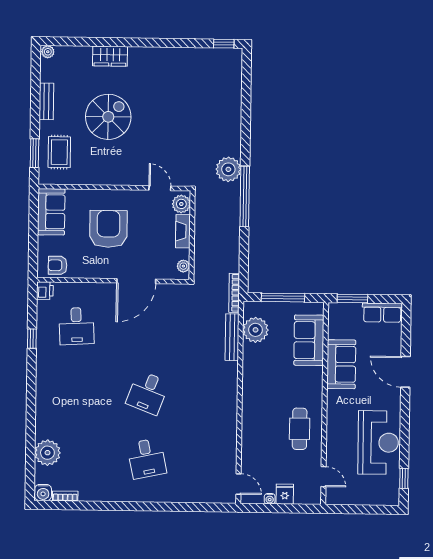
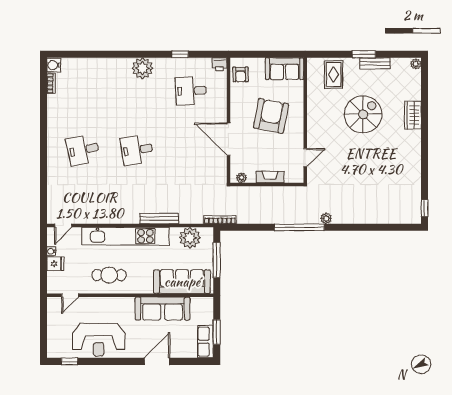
spiral stairs: (108, 117) -> (363, 114), turned -90
rug: (59, 152) -> (334, 75), turned 90
window: (35, 153) -> (364, 54), moved
plant: (228, 169) -> (326, 218), width x0.53, depth x0.53
plant: (181, 204) -> (292, 175), removed
armchair: (108, 229) -> (271, 116), turned -79
armchair: (58, 265) -> (241, 74), turned 180
window: (352, 299) -> (217, 332), moved
bench: (232, 337) -> (159, 219), moved
sofa: (309, 340) -> (182, 282), width x1.36
sofa: (341, 364) -> (163, 309), width x1.36
desk: (148, 393) -> (137, 150), turned -30
kitchen unit: (253, 408) -> (125, 236), added
plant: (47, 453) -> (143, 68), moved

